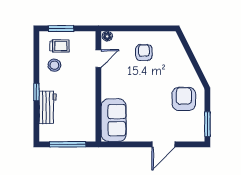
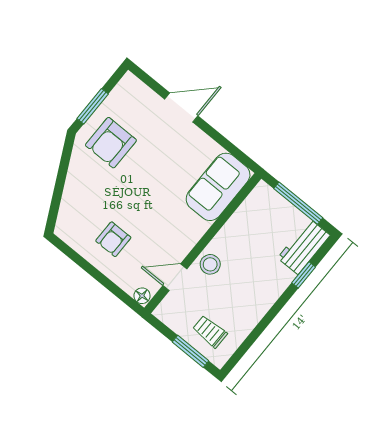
stool: (54, 65) -> (210, 264), moved
window: (36, 92) -> (304, 275), moved
workbench: (48, 107) -> (304, 247), moved
window: (207, 124) -> (93, 106), moved

